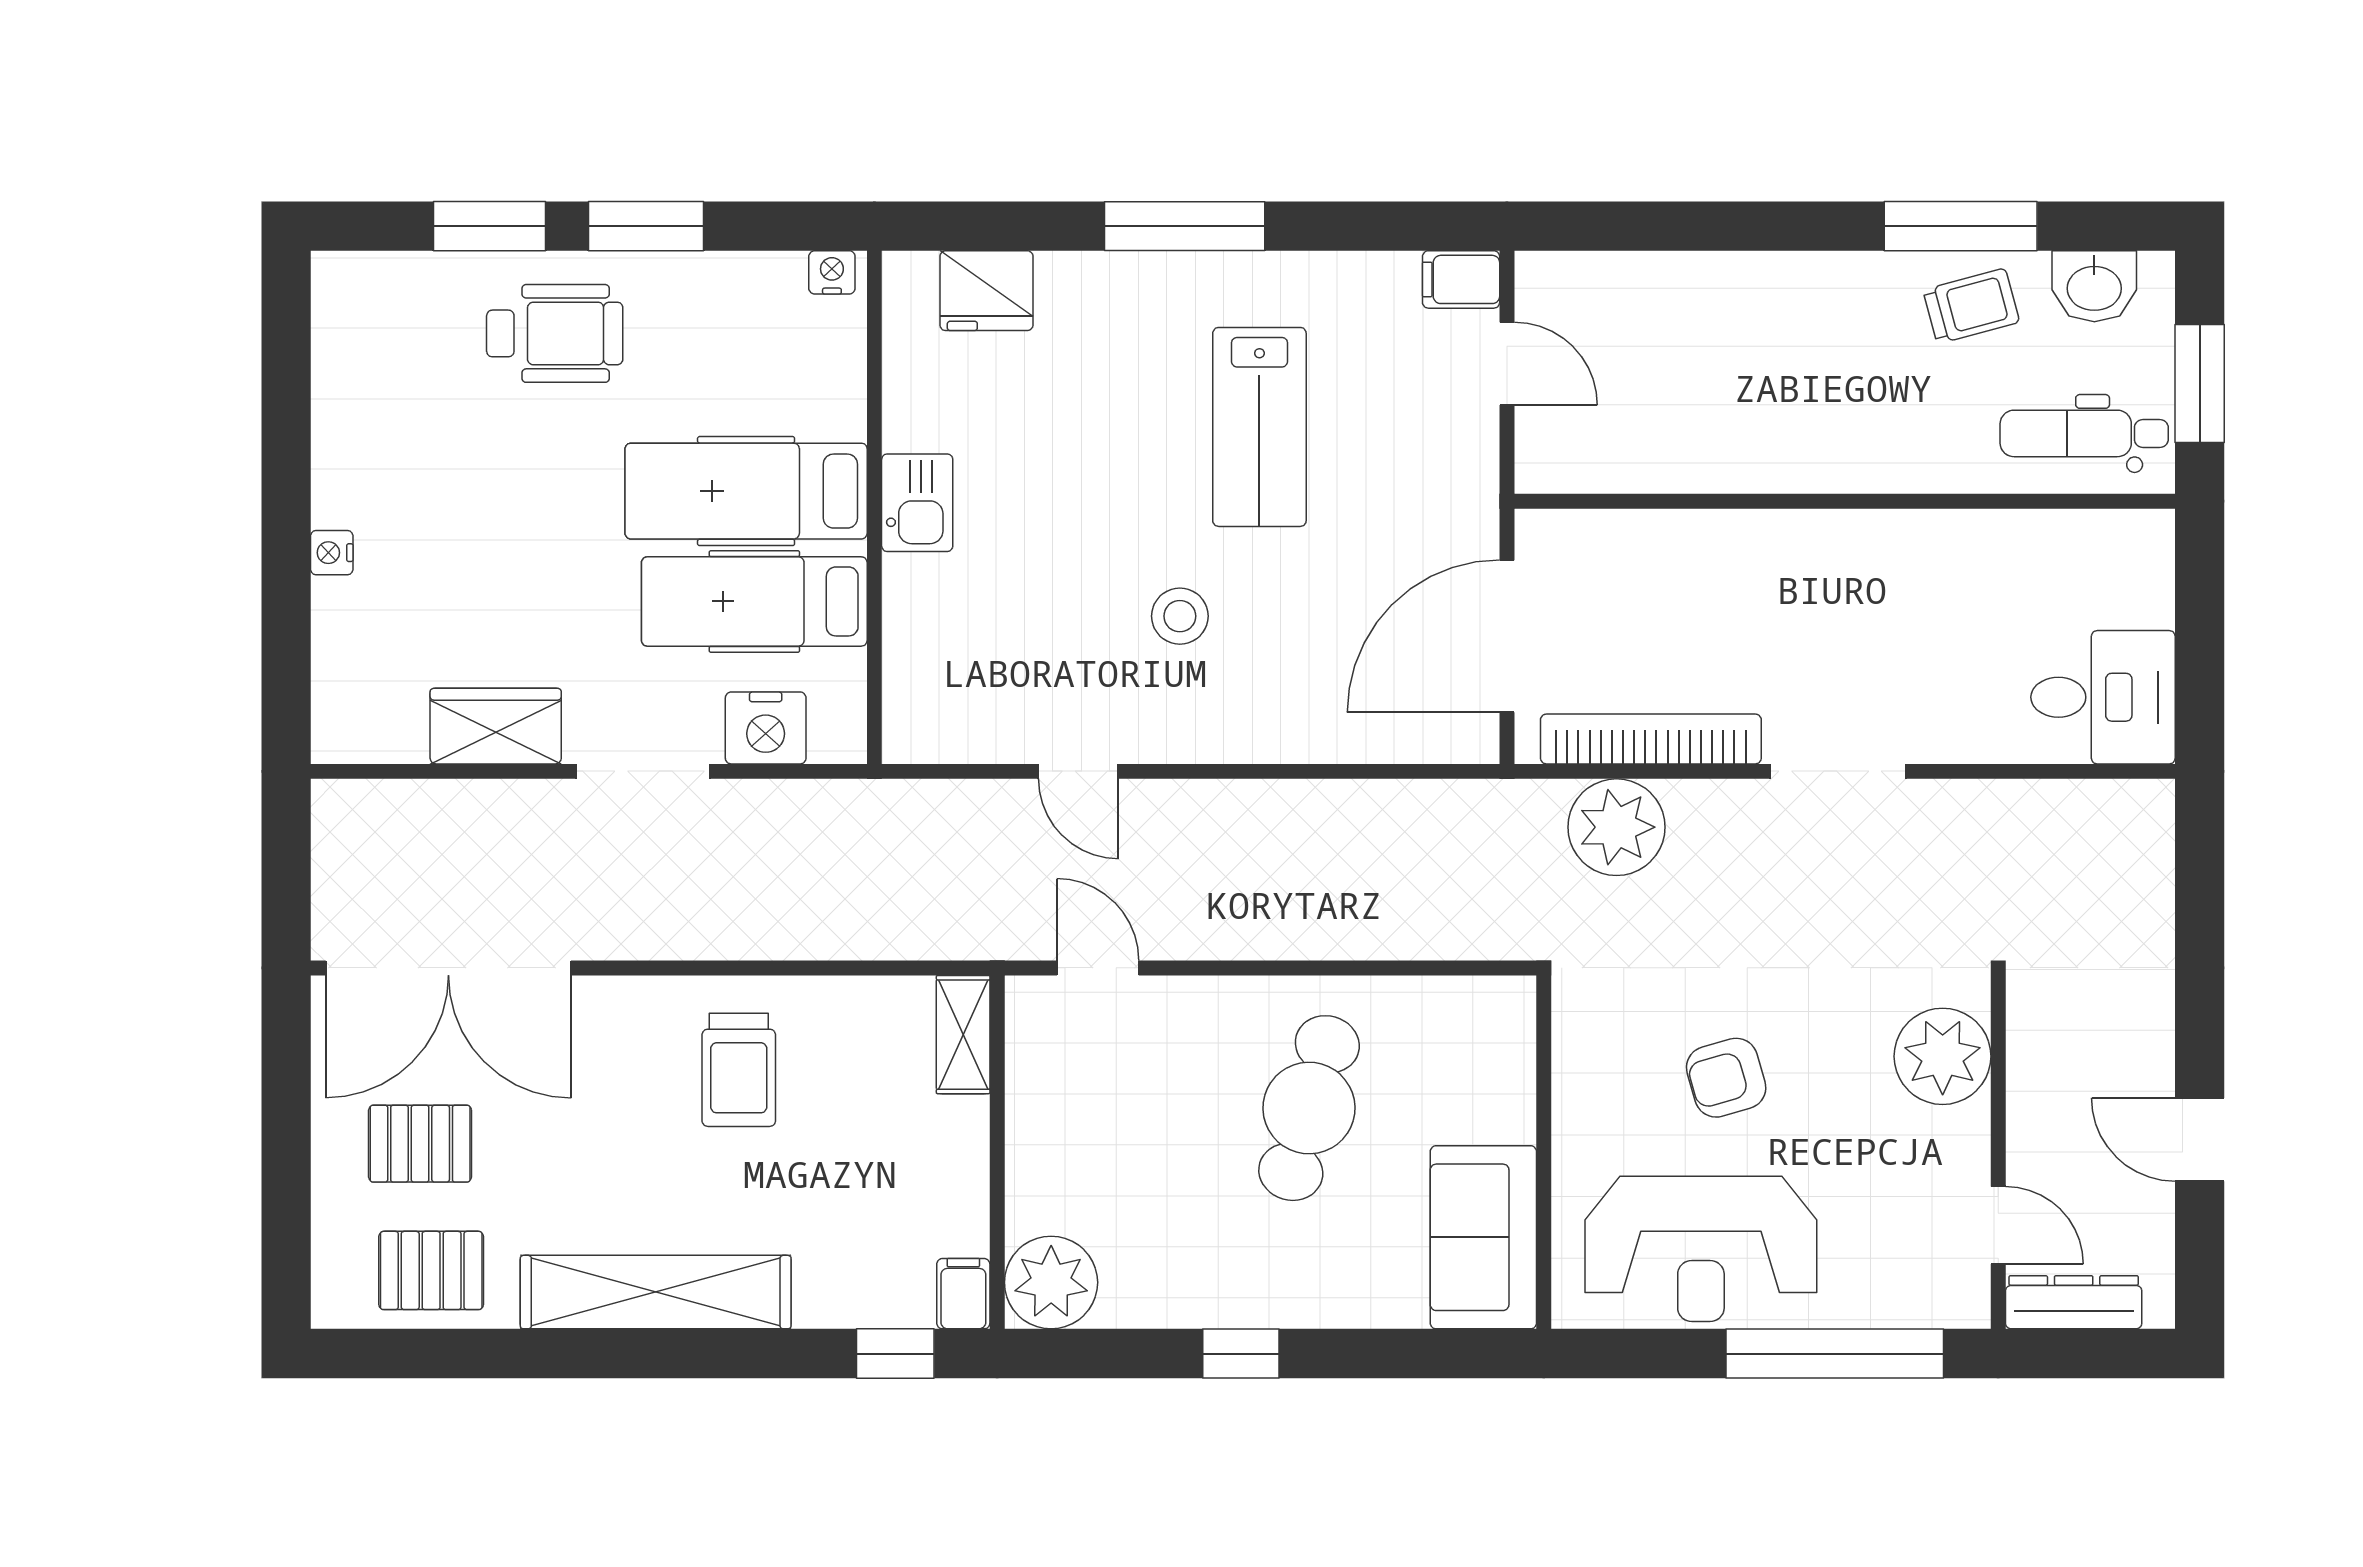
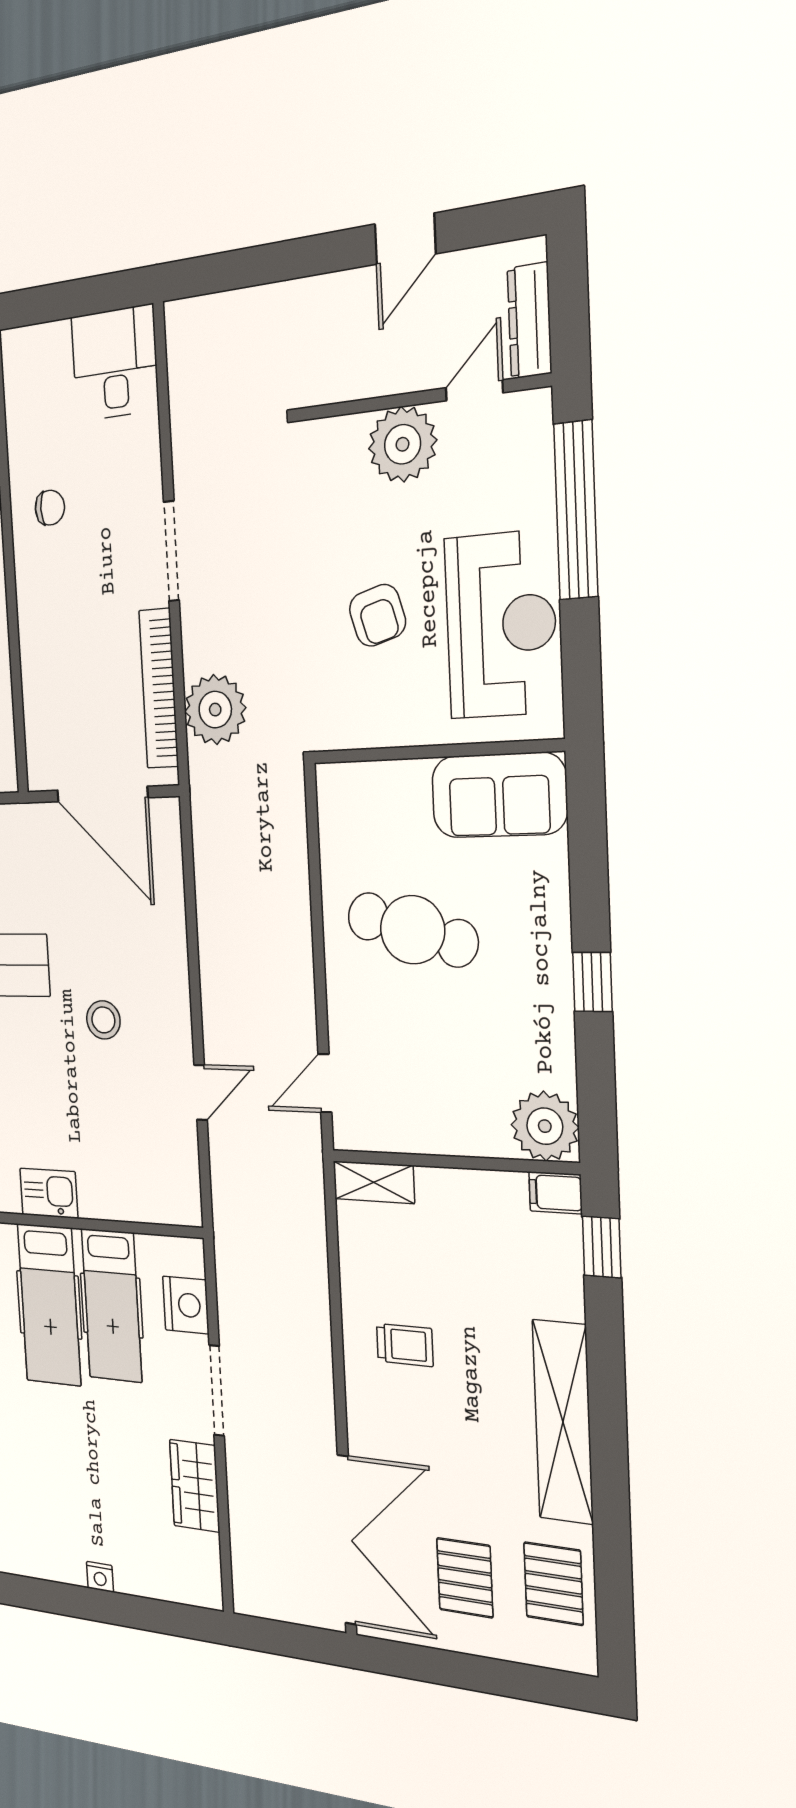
chair: (1917, 576) -> (50, 508), added
plant: (1943, 1056) -> (403, 444), moved
trolley: (739, 1070) -> (405, 1345), width x0.73, depth x0.72

